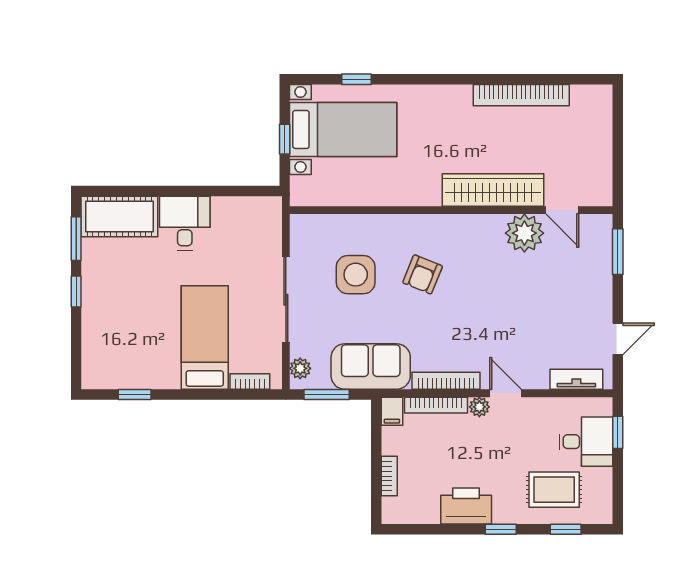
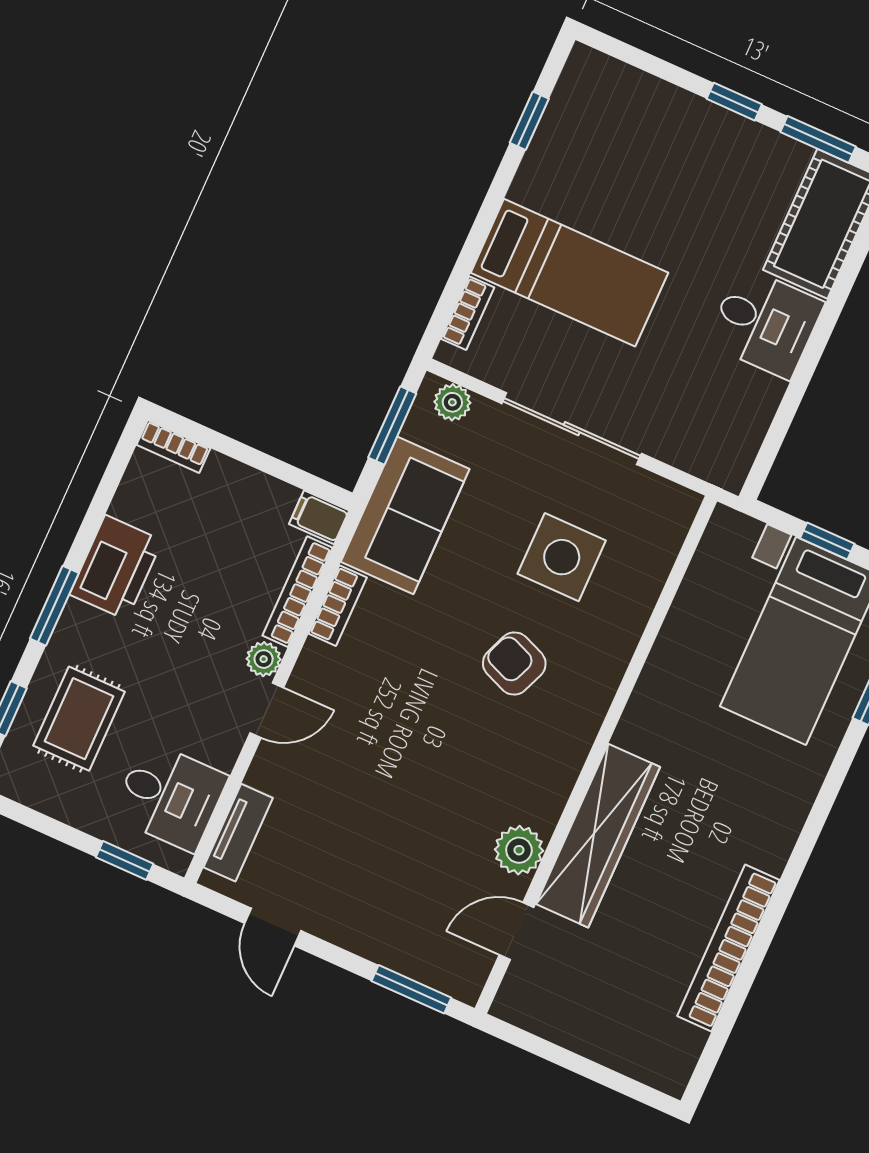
plant: (524, 233) -> (519, 850), width x0.73, depth x0.73
bookcase: (446, 381) -> (338, 606), width x0.64
desk: (586, 442) -> (170, 796), moved, turned -90
bookcase: (389, 476) -> (173, 447), moved
window: (501, 529) -> (54, 606), width x1.50

